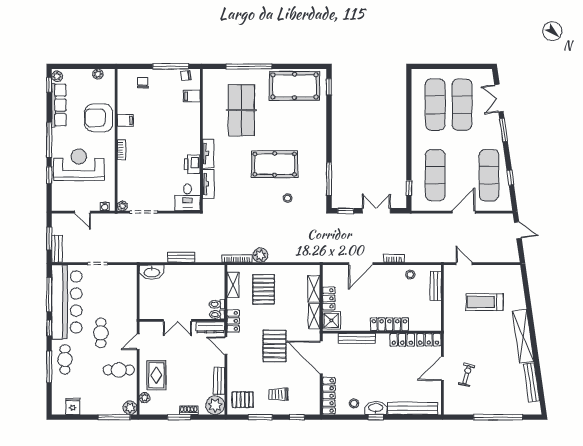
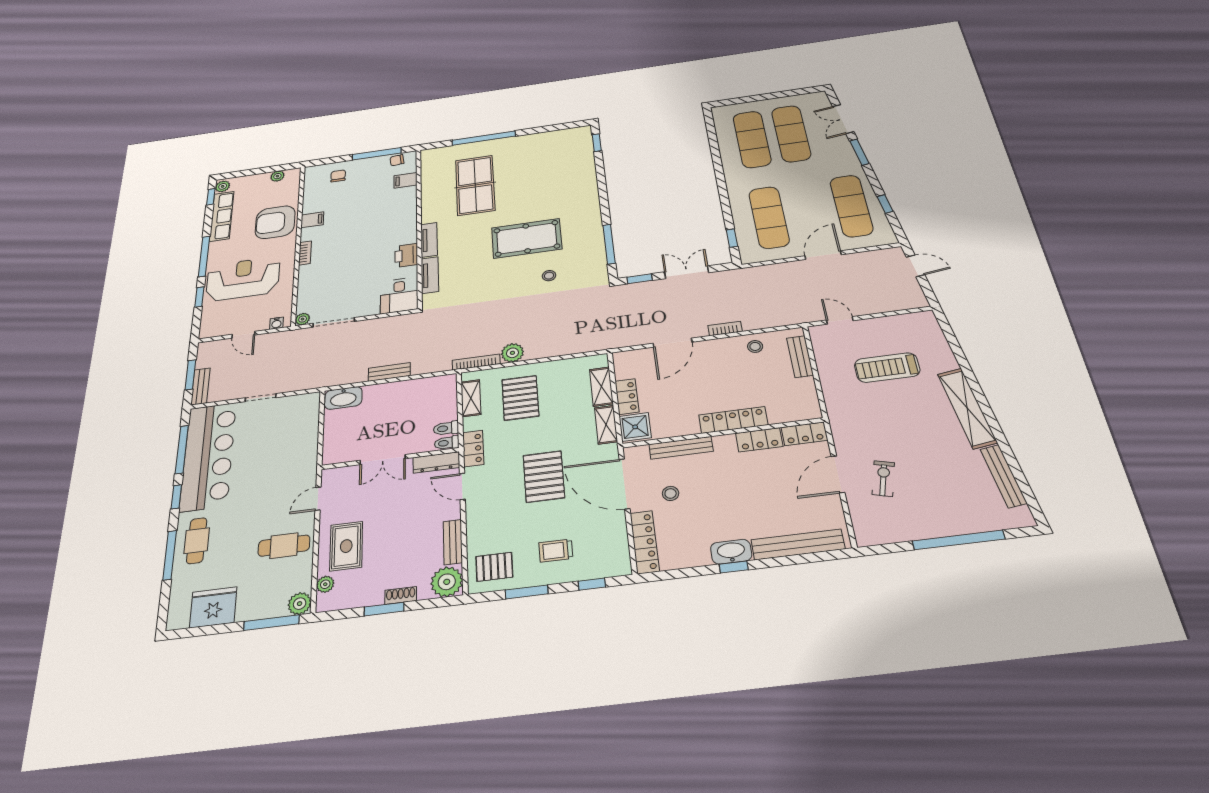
pool table: (294, 86) -> (548, 149), removed
cafe table: (101, 333) -> (258, 493), removed
stool: (354, 403) -> (671, 493), moved
fridge: (73, 406) -> (213, 607), width x1.88, depth x1.34

